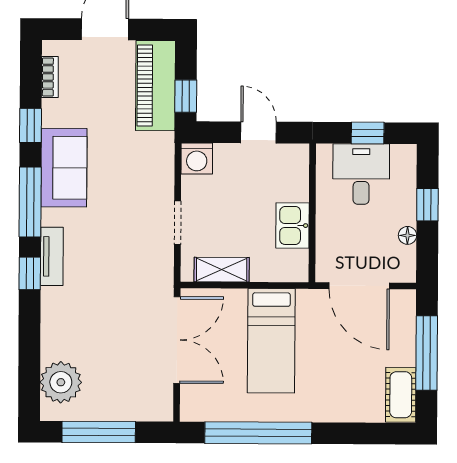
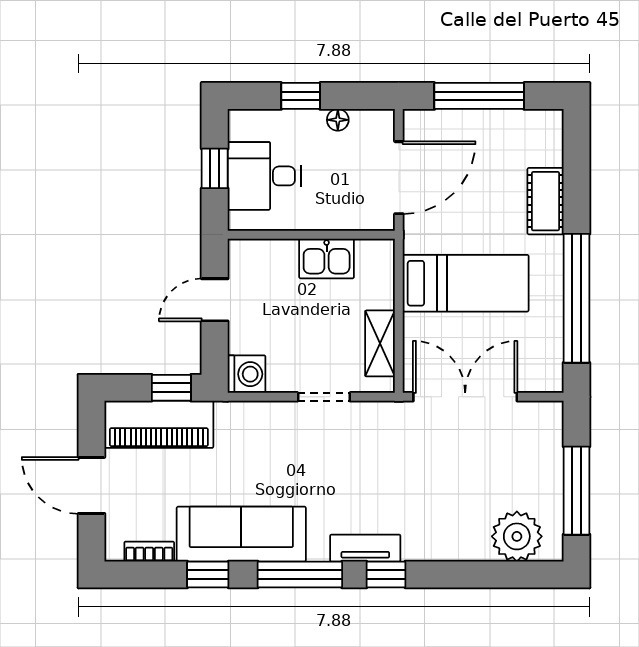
sofa: (64, 168) -> (241, 534), width x1.36
cot: (401, 395) -> (545, 201), moved, turned 90

